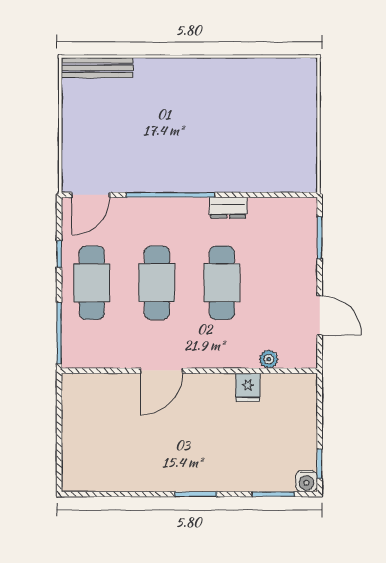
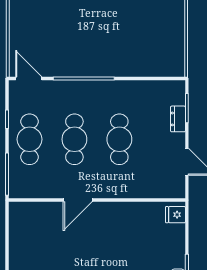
door: (91, 195) -> (29, 79), swing flipped
dresser: (228, 208) -> (178, 119), moved, turned 90
plant: (269, 359) -> (152, 192), removed
fridge: (248, 387) -> (175, 215), moved, turned 90

